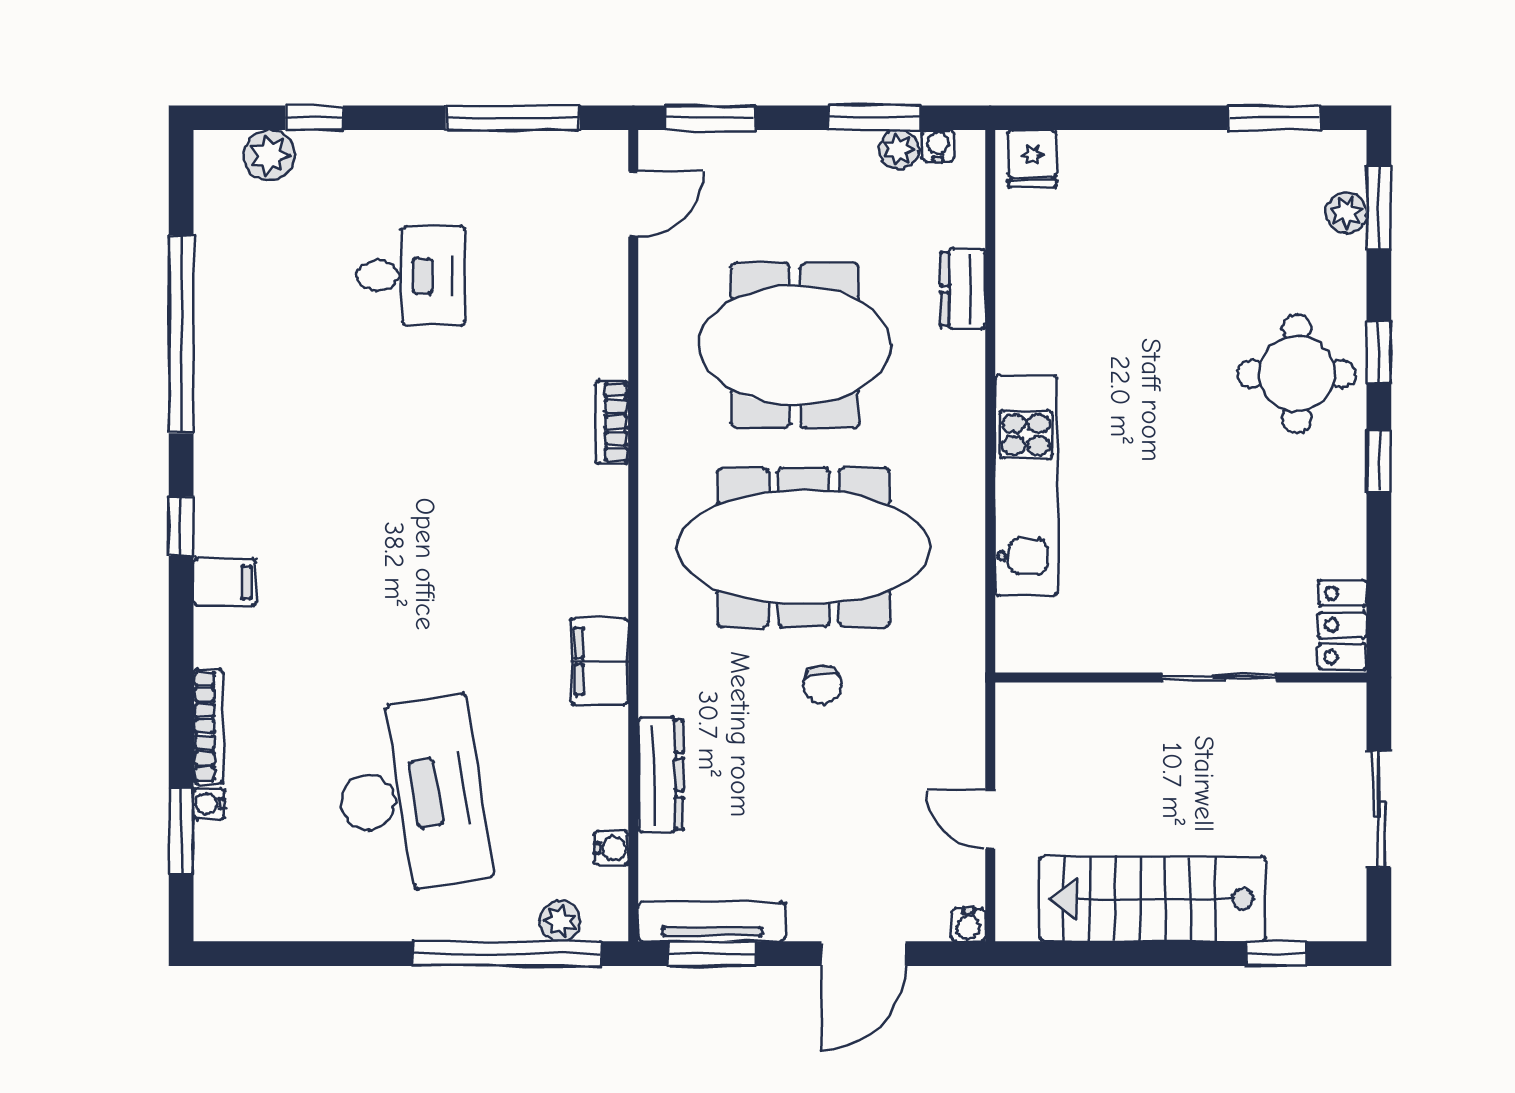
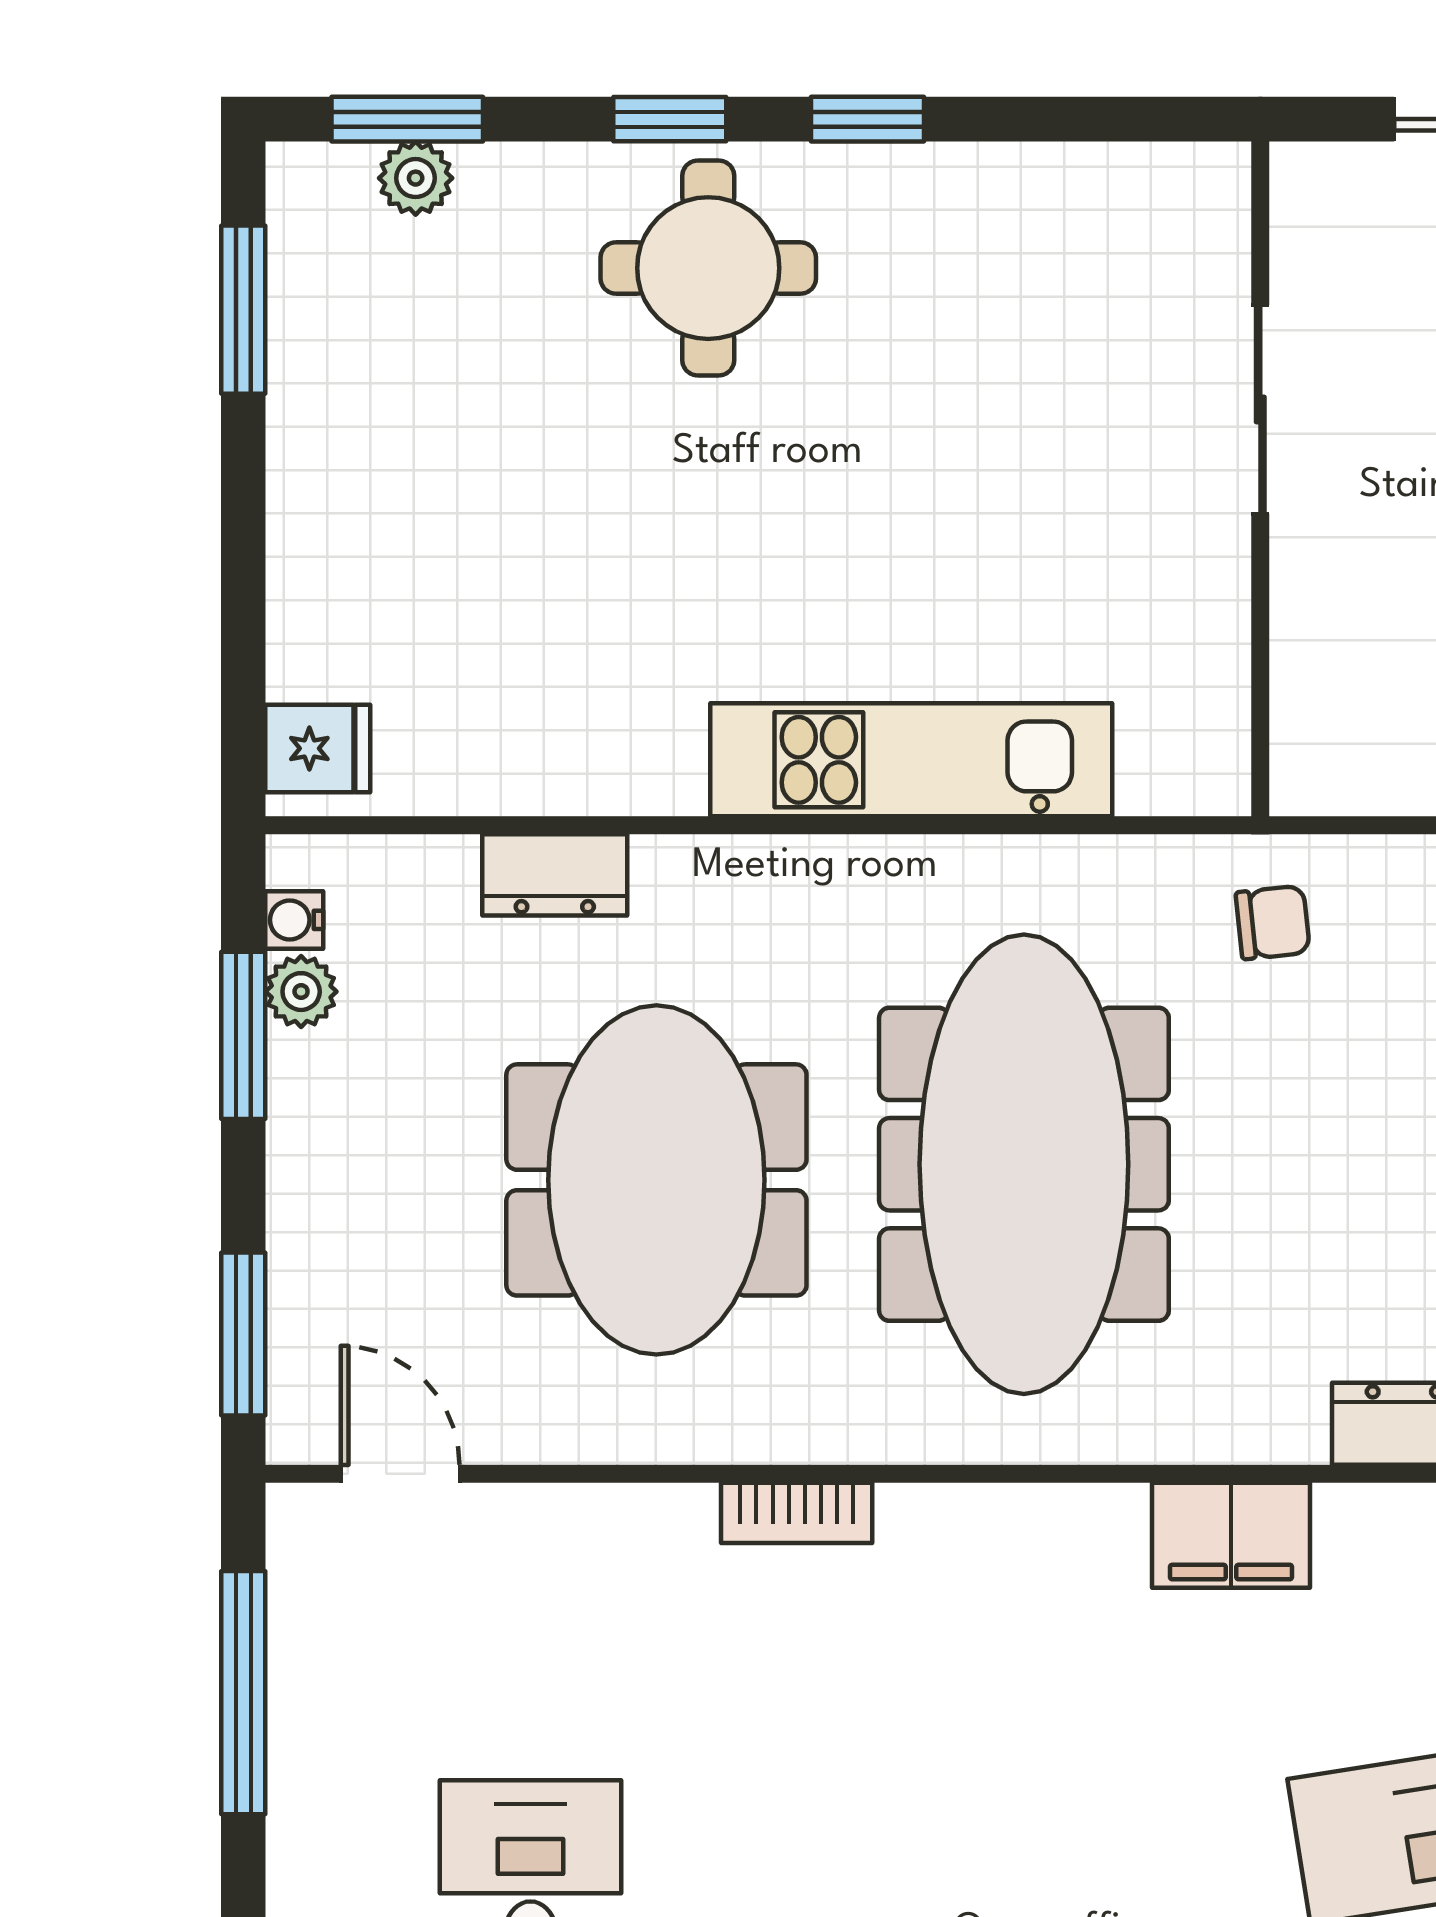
locker: (1343, 625) -> (1165, 185), removed
chair: (822, 685) -> (1273, 922), moved

